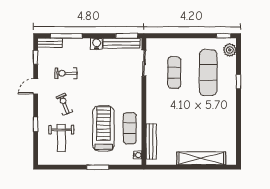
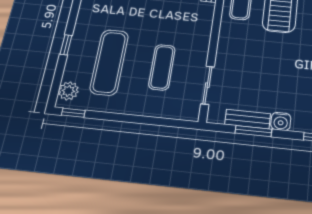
window: (127, 36) -> (253, 131), moved
bench: (122, 43) -> (248, 119), width x0.73

